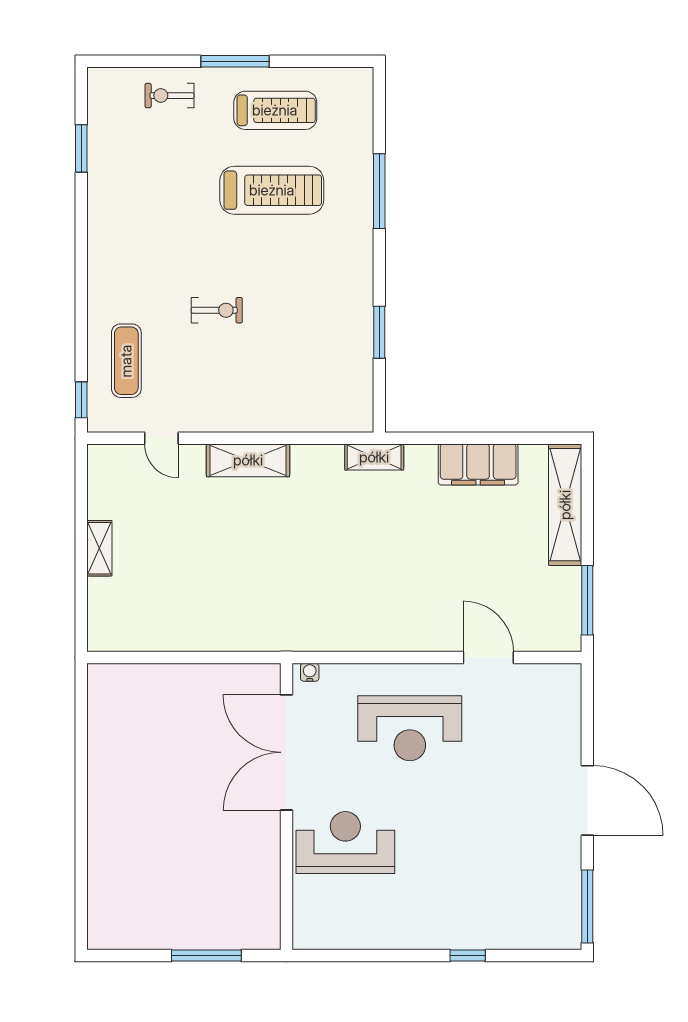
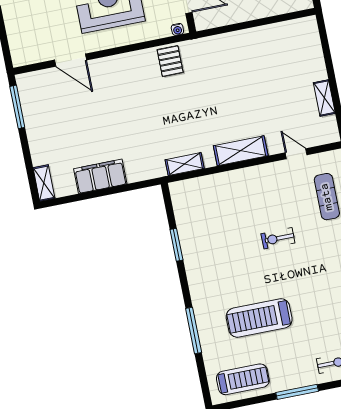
treadmill: (275, 110) -> (243, 379), moved, turned 180
shelving: (374, 457) -> (185, 164), moved
shelving: (565, 505) -> (44, 183), width x0.45, depth x0.75
shelving: (99, 548) -> (324, 98), moved
pallet: (331, 624) -> (170, 61), added

